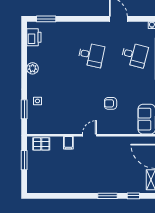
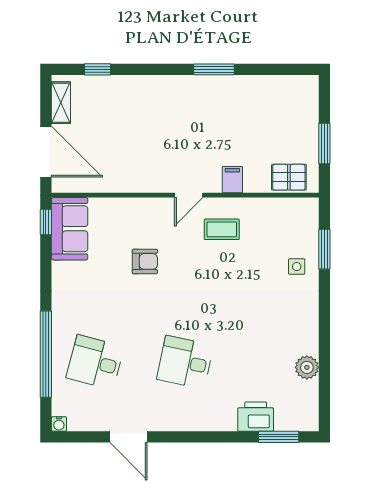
printer: (34, 37) -> (256, 417), moved, turned 90
plant: (33, 68) -> (307, 367), moved
coffee table: (73, 119) -> (222, 229), added
window: (107, 196) -> (214, 69), moved

